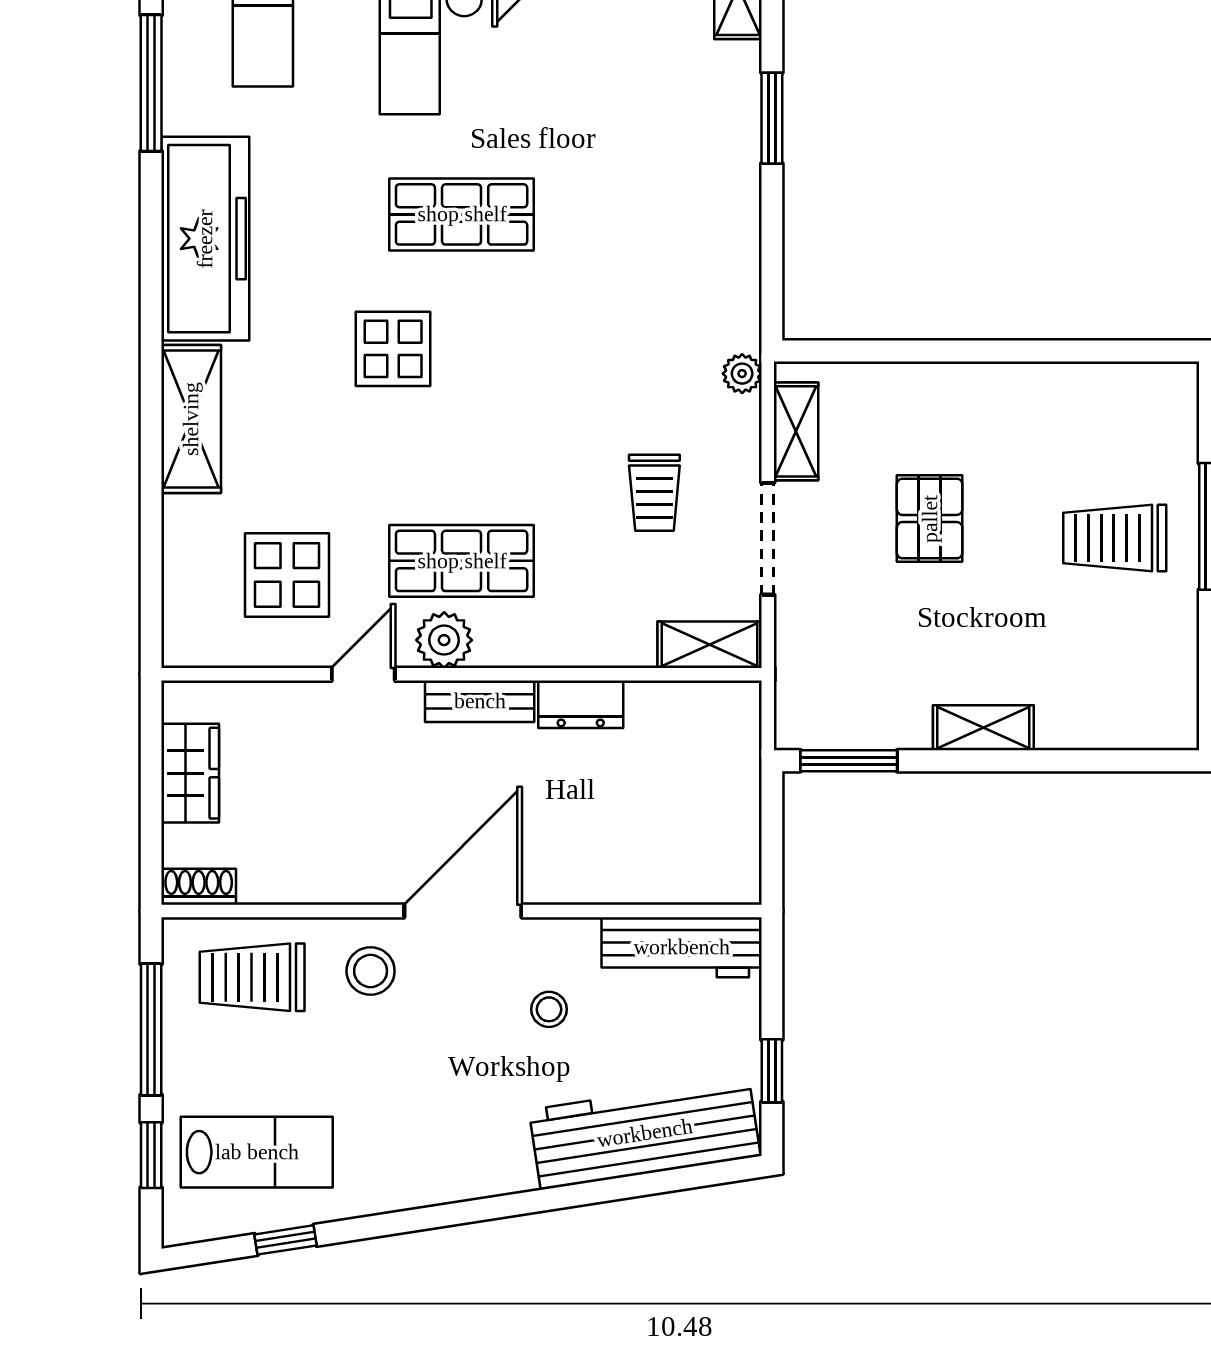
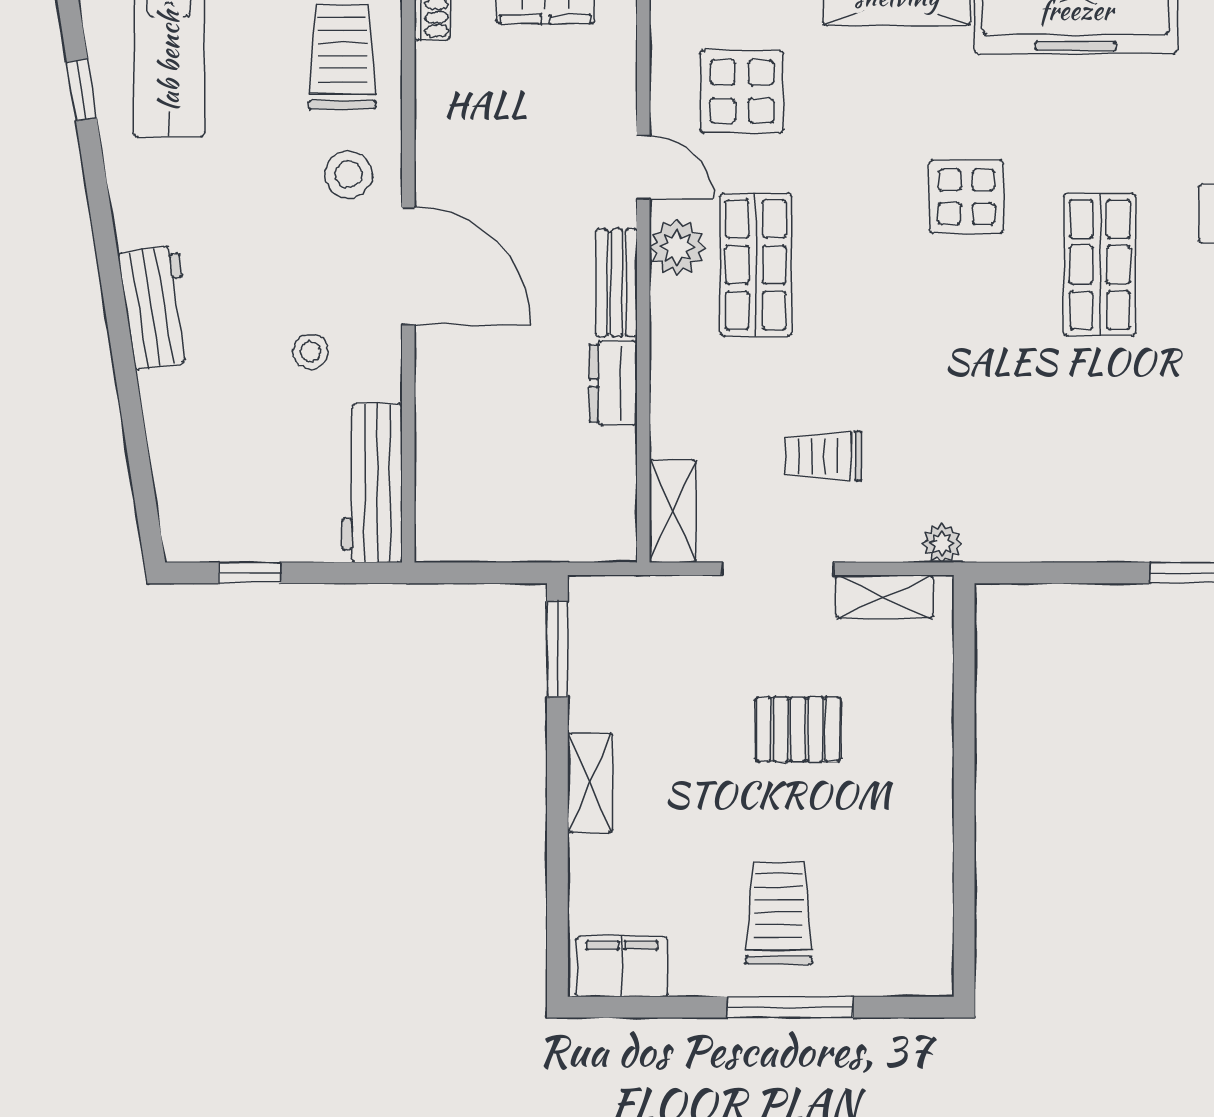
filing cabinet: (1169, 696) -> (622, 967), added
workbench: (645, 1133) -> (156, 307), moved, width x0.53, depth x0.76

